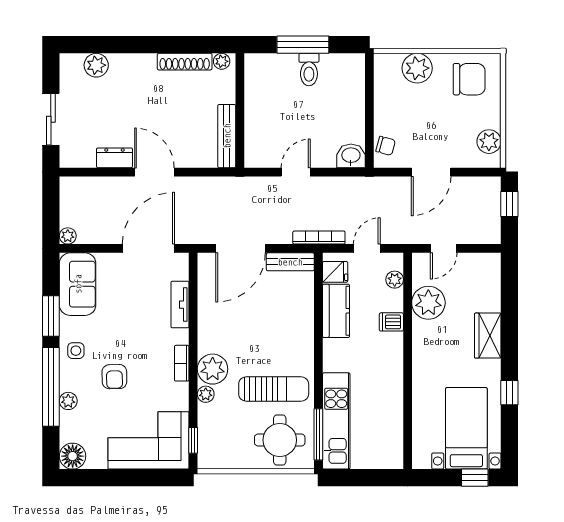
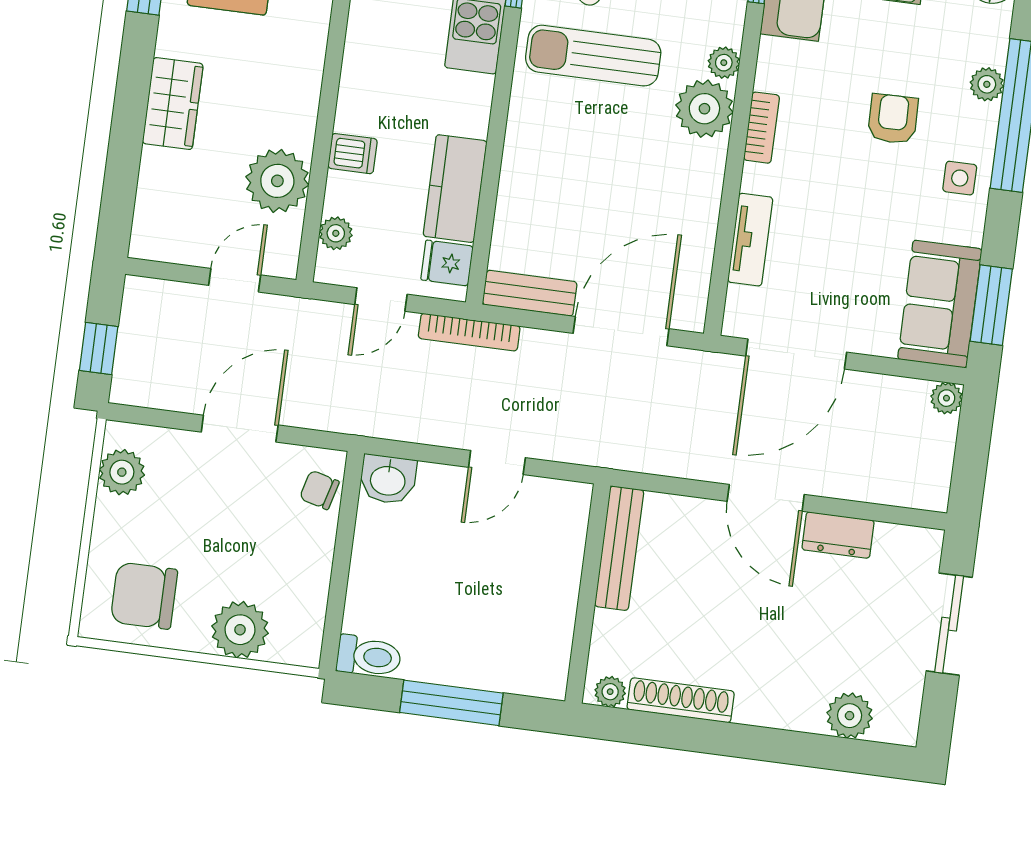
toilet: (309, 70) -> (369, 656), moved, turned 90
window: (51, 316) -> (991, 305), moved

